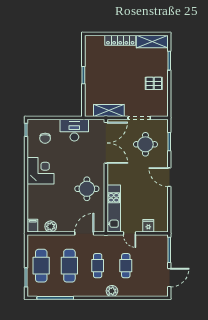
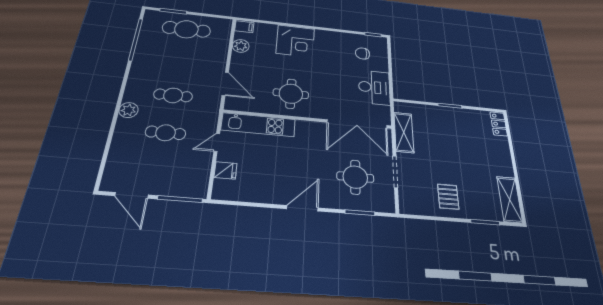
locker: (120, 40) -> (499, 124), moved, width x0.66
corner desk: (41, 171) -> (295, 41), moved
cafe table: (69, 266) -> (180, 61), removed

